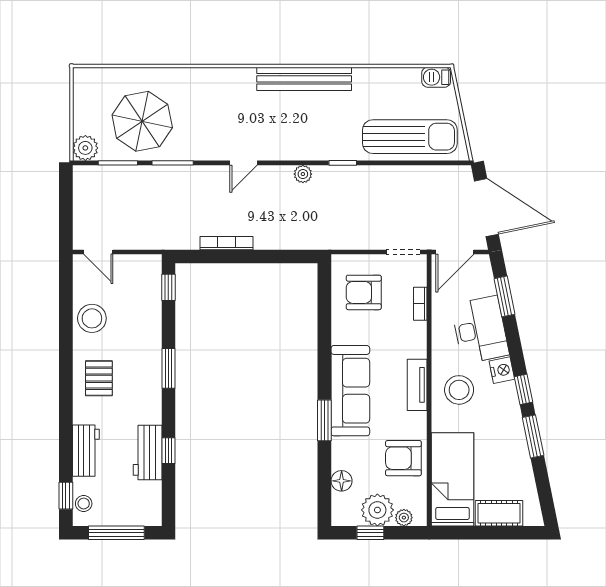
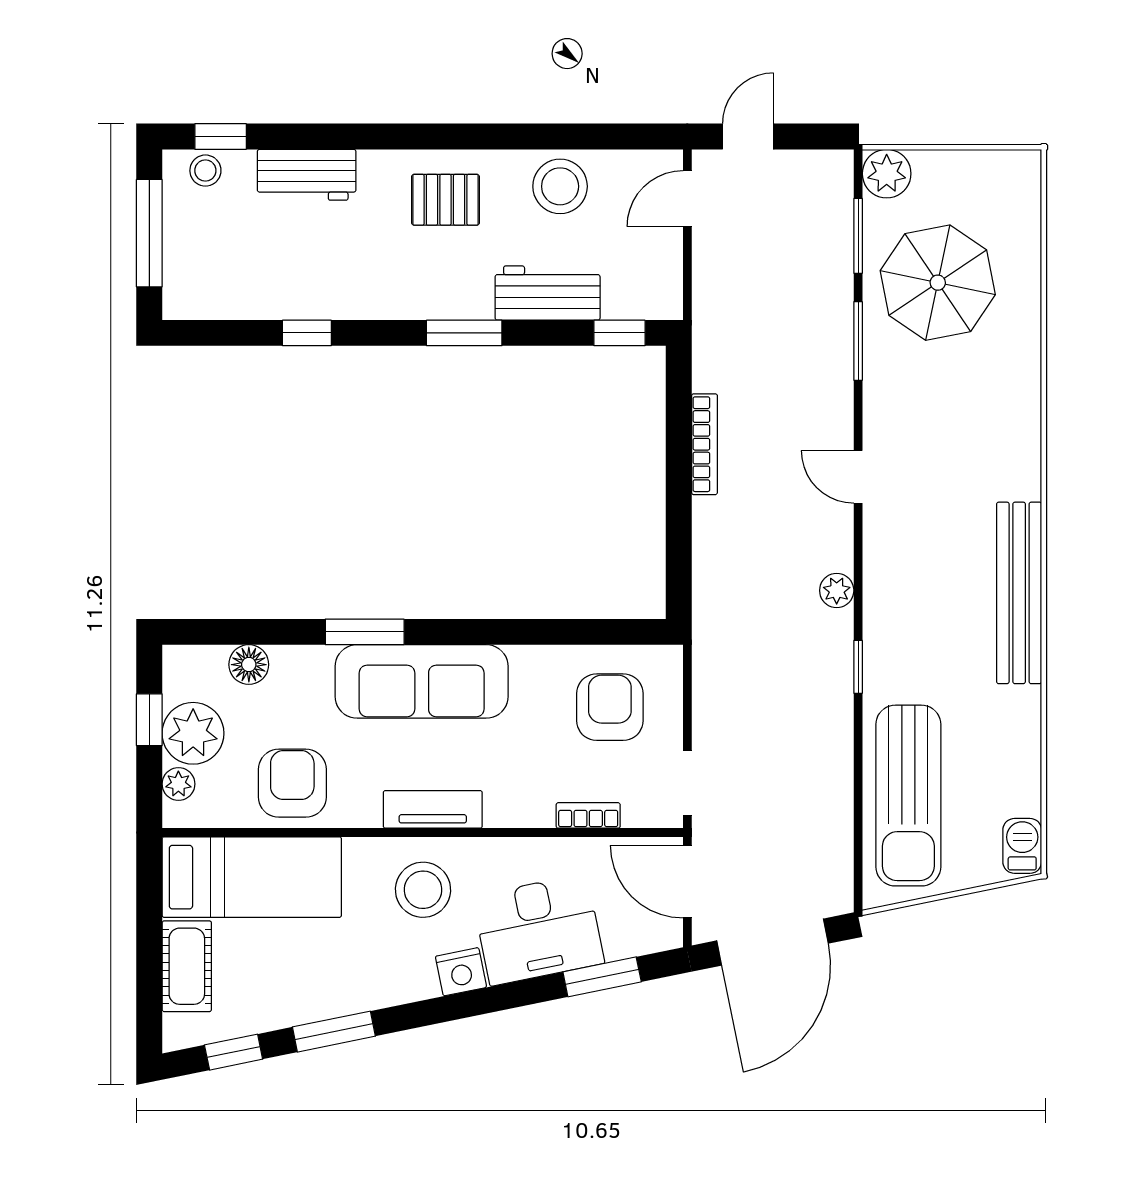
door: (66, 220) -> (748, 137), added
window: (523, 389) -> (234, 1052), moved
workbench: (148, 452) -> (548, 293), moved

